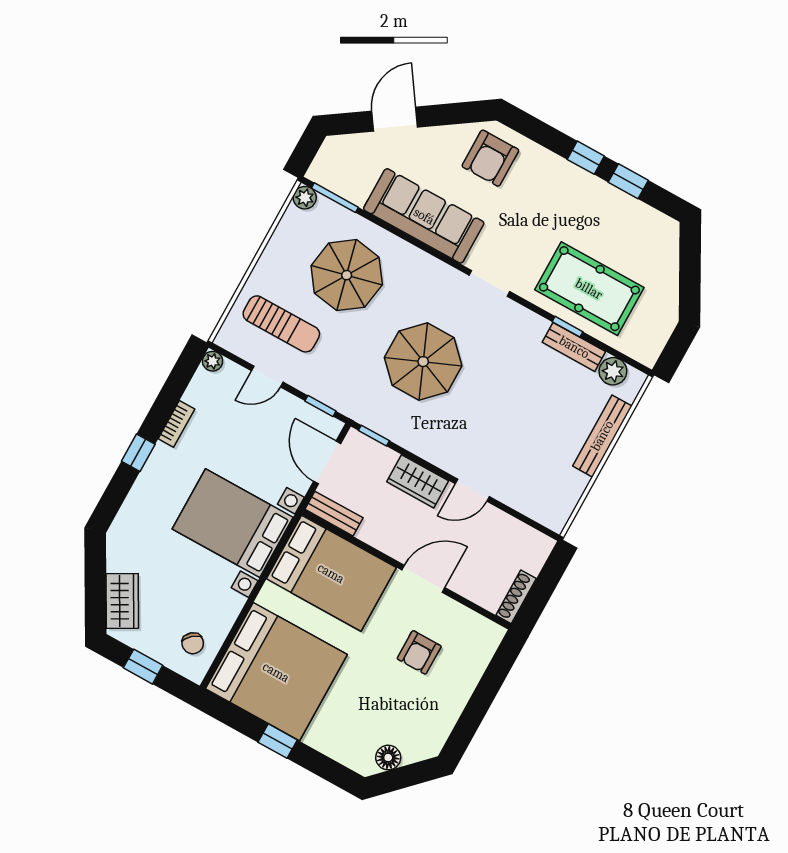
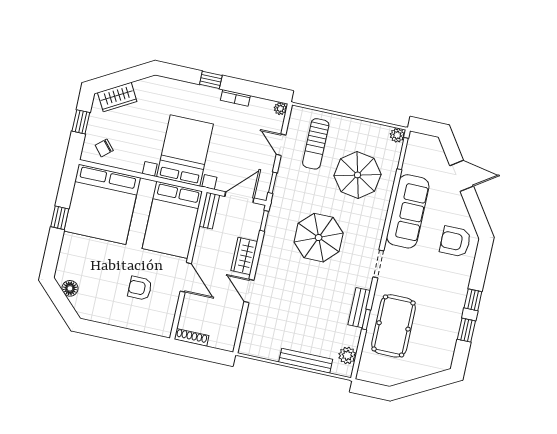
bench: (574, 347) -> (359, 308), moved

